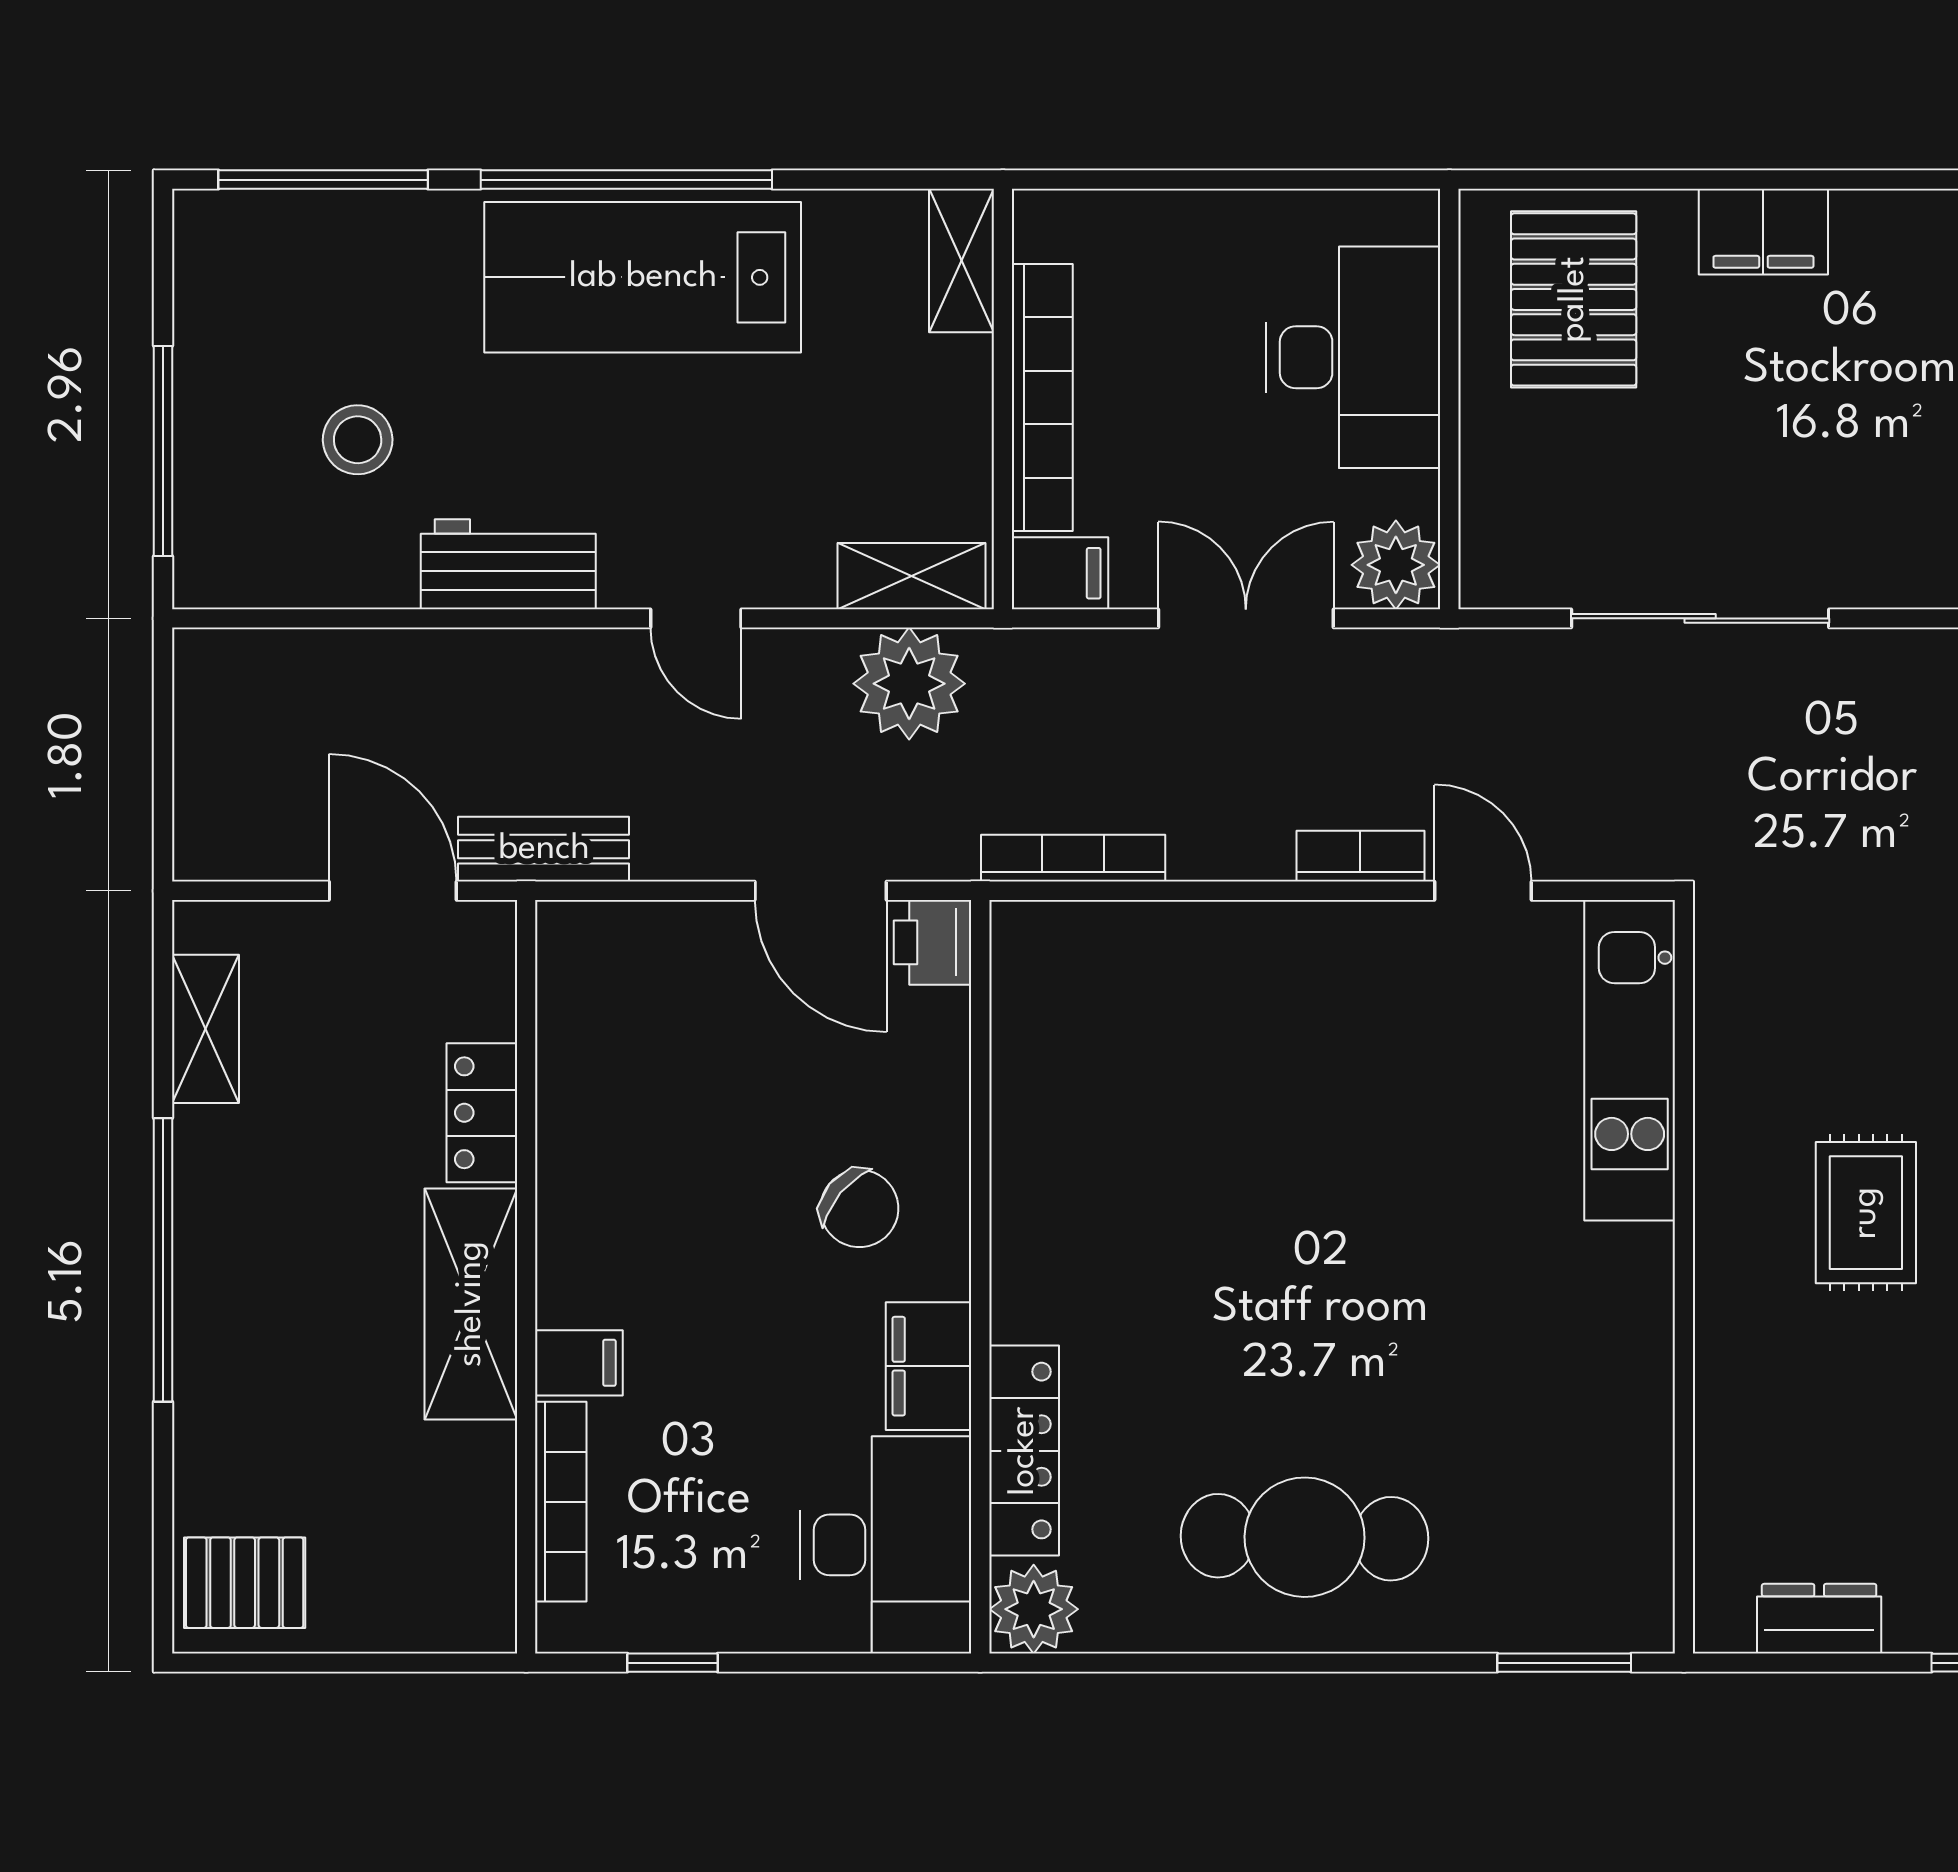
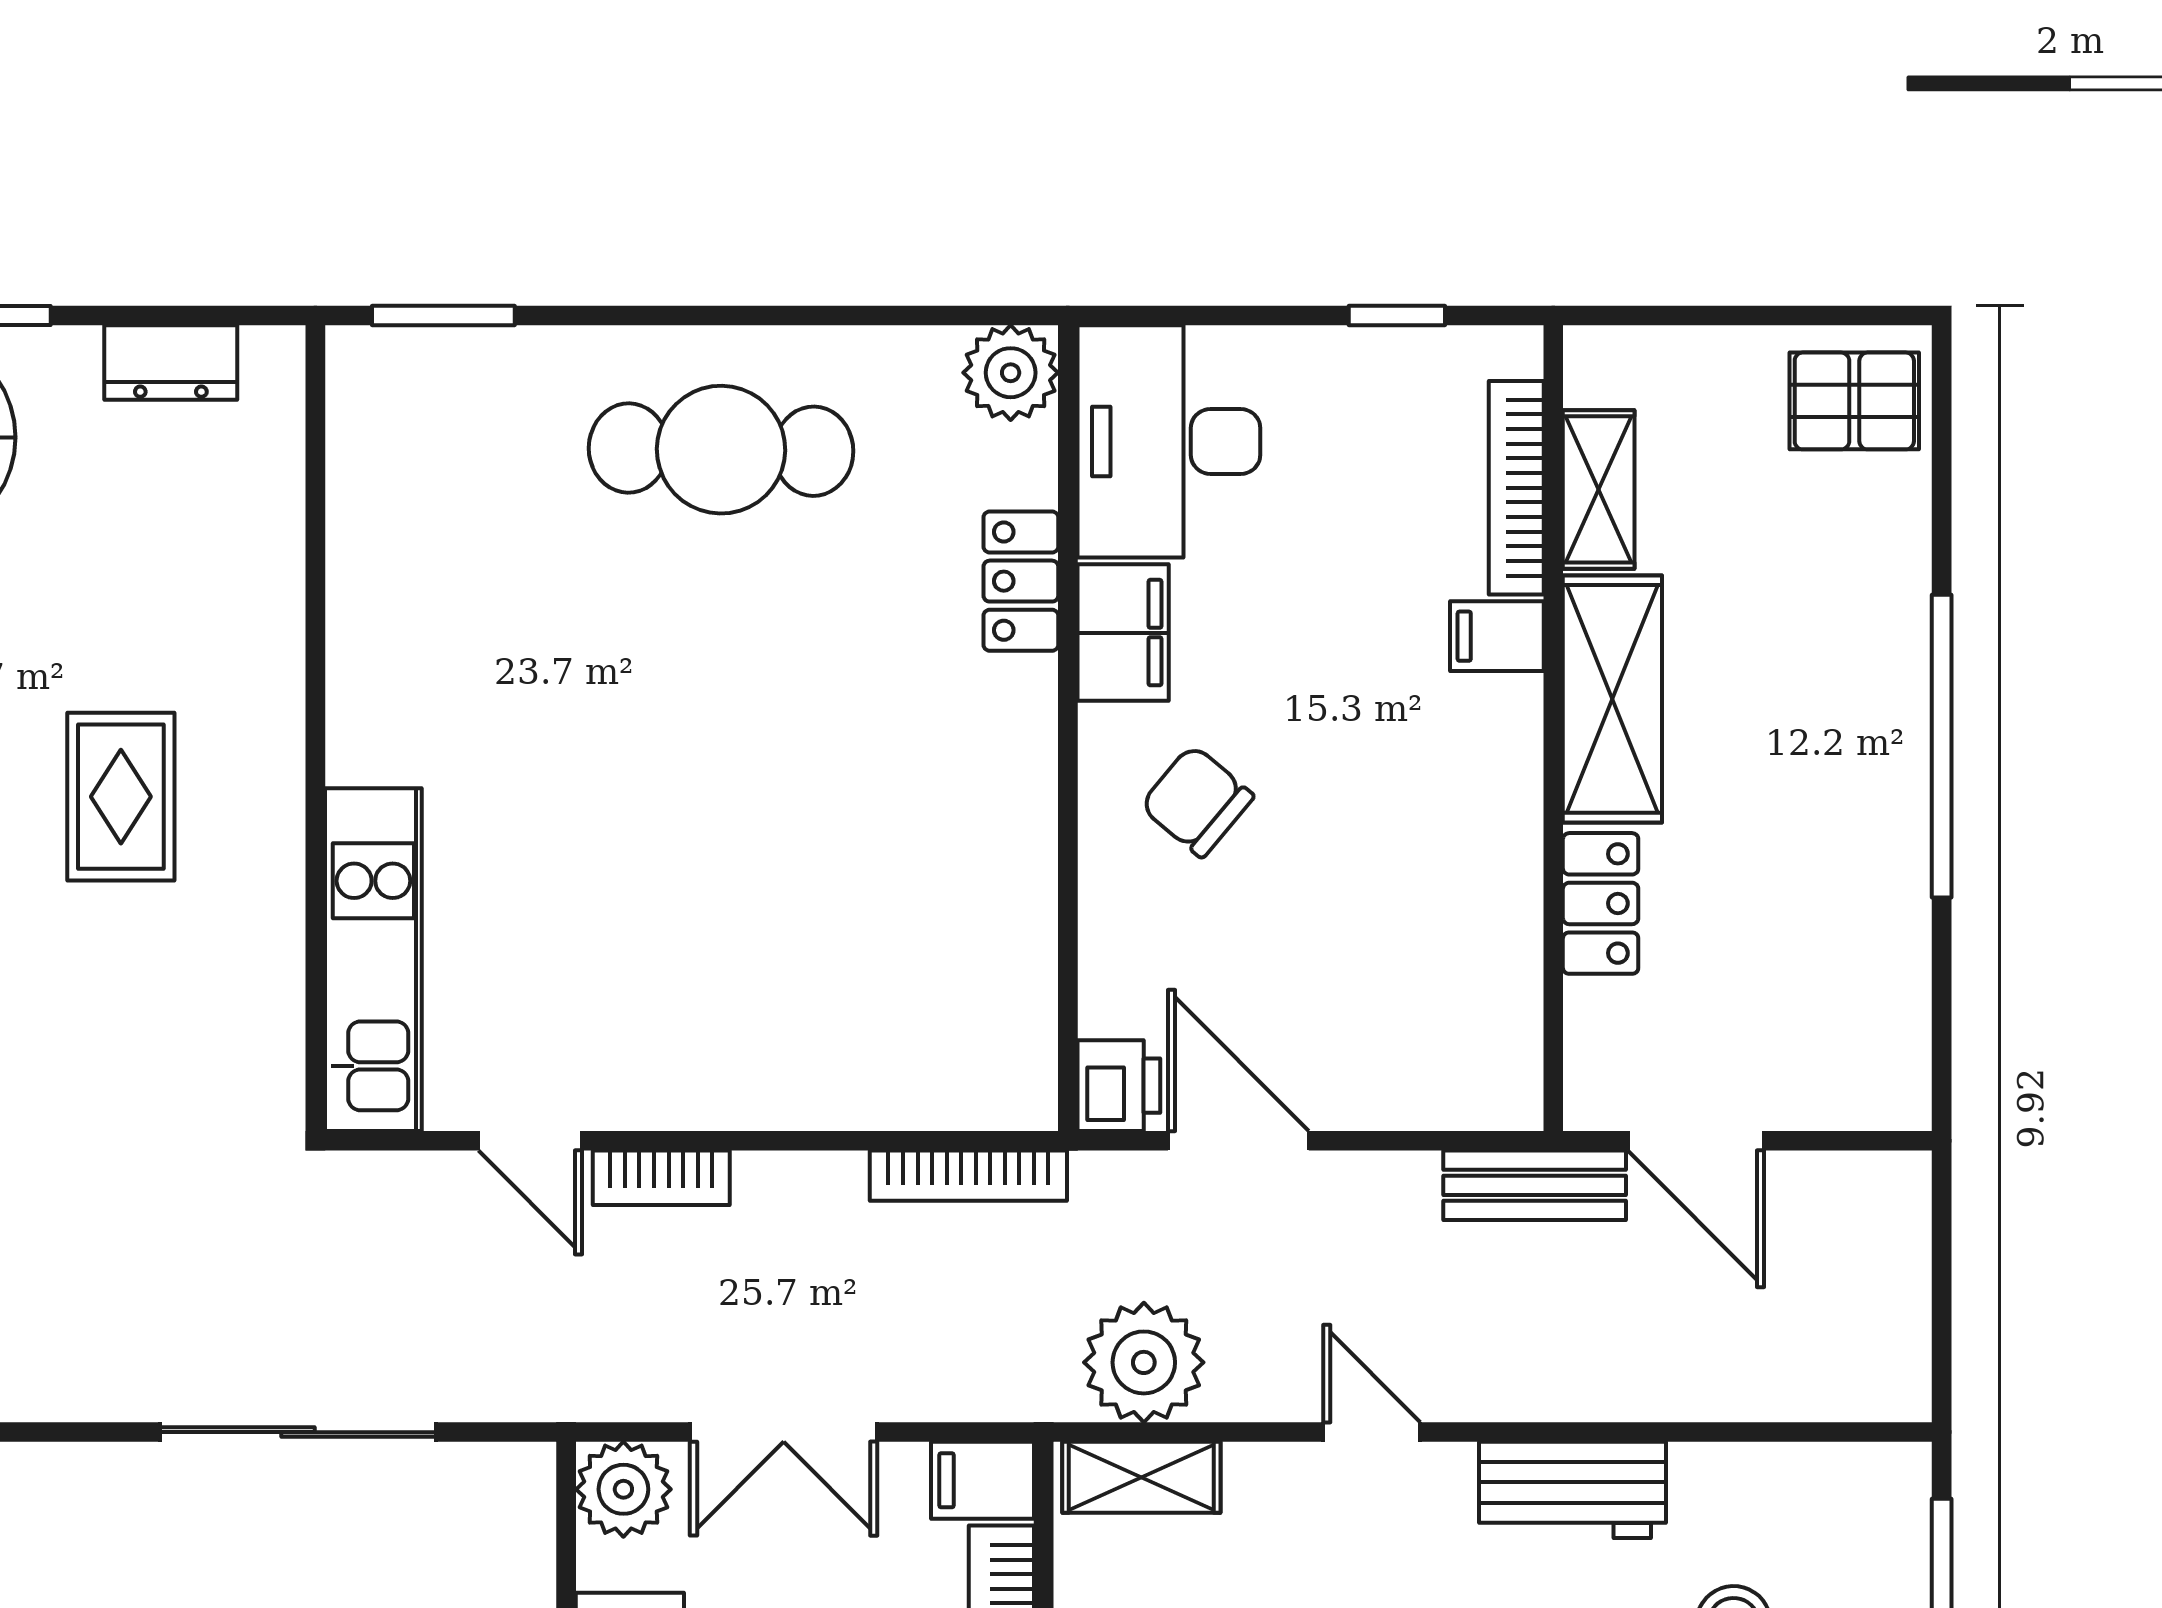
shelving: (205, 1029) -> (1599, 489), moved
locker: (1024, 1451) -> (1021, 581), width x0.66

